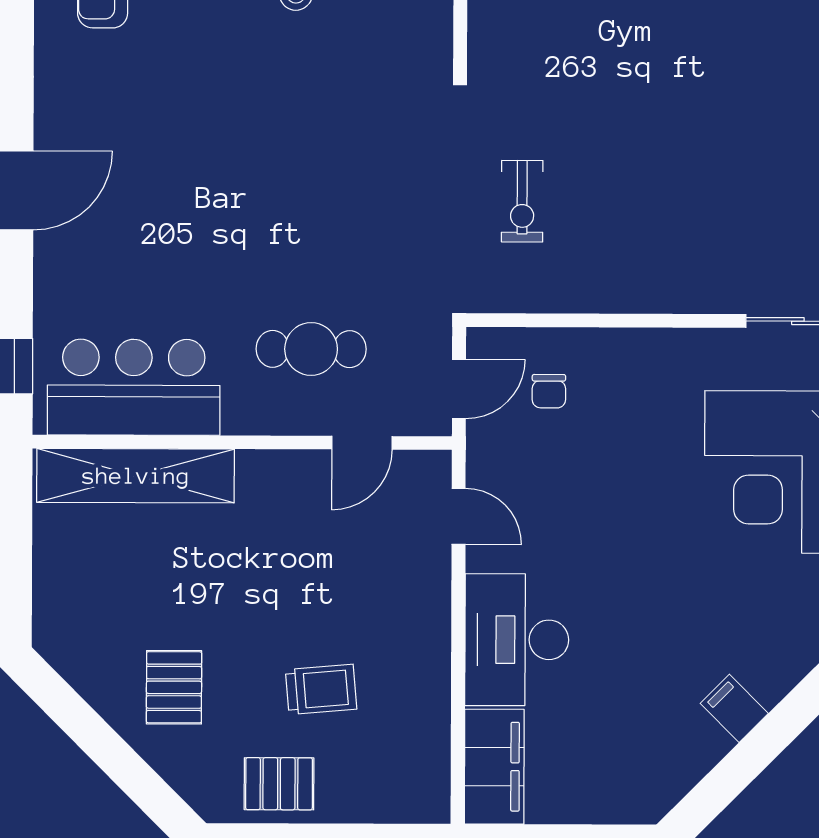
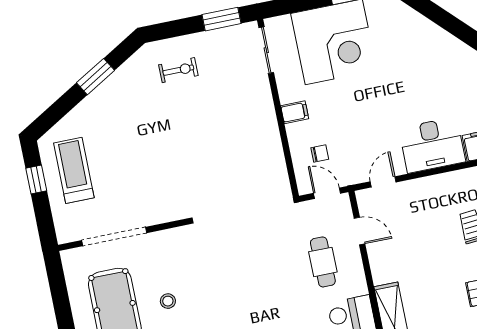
exercise bike: (522, 201) -> (178, 70), moved
filing cabinet: (734, 708) -> (295, 112), moved, turned -135

